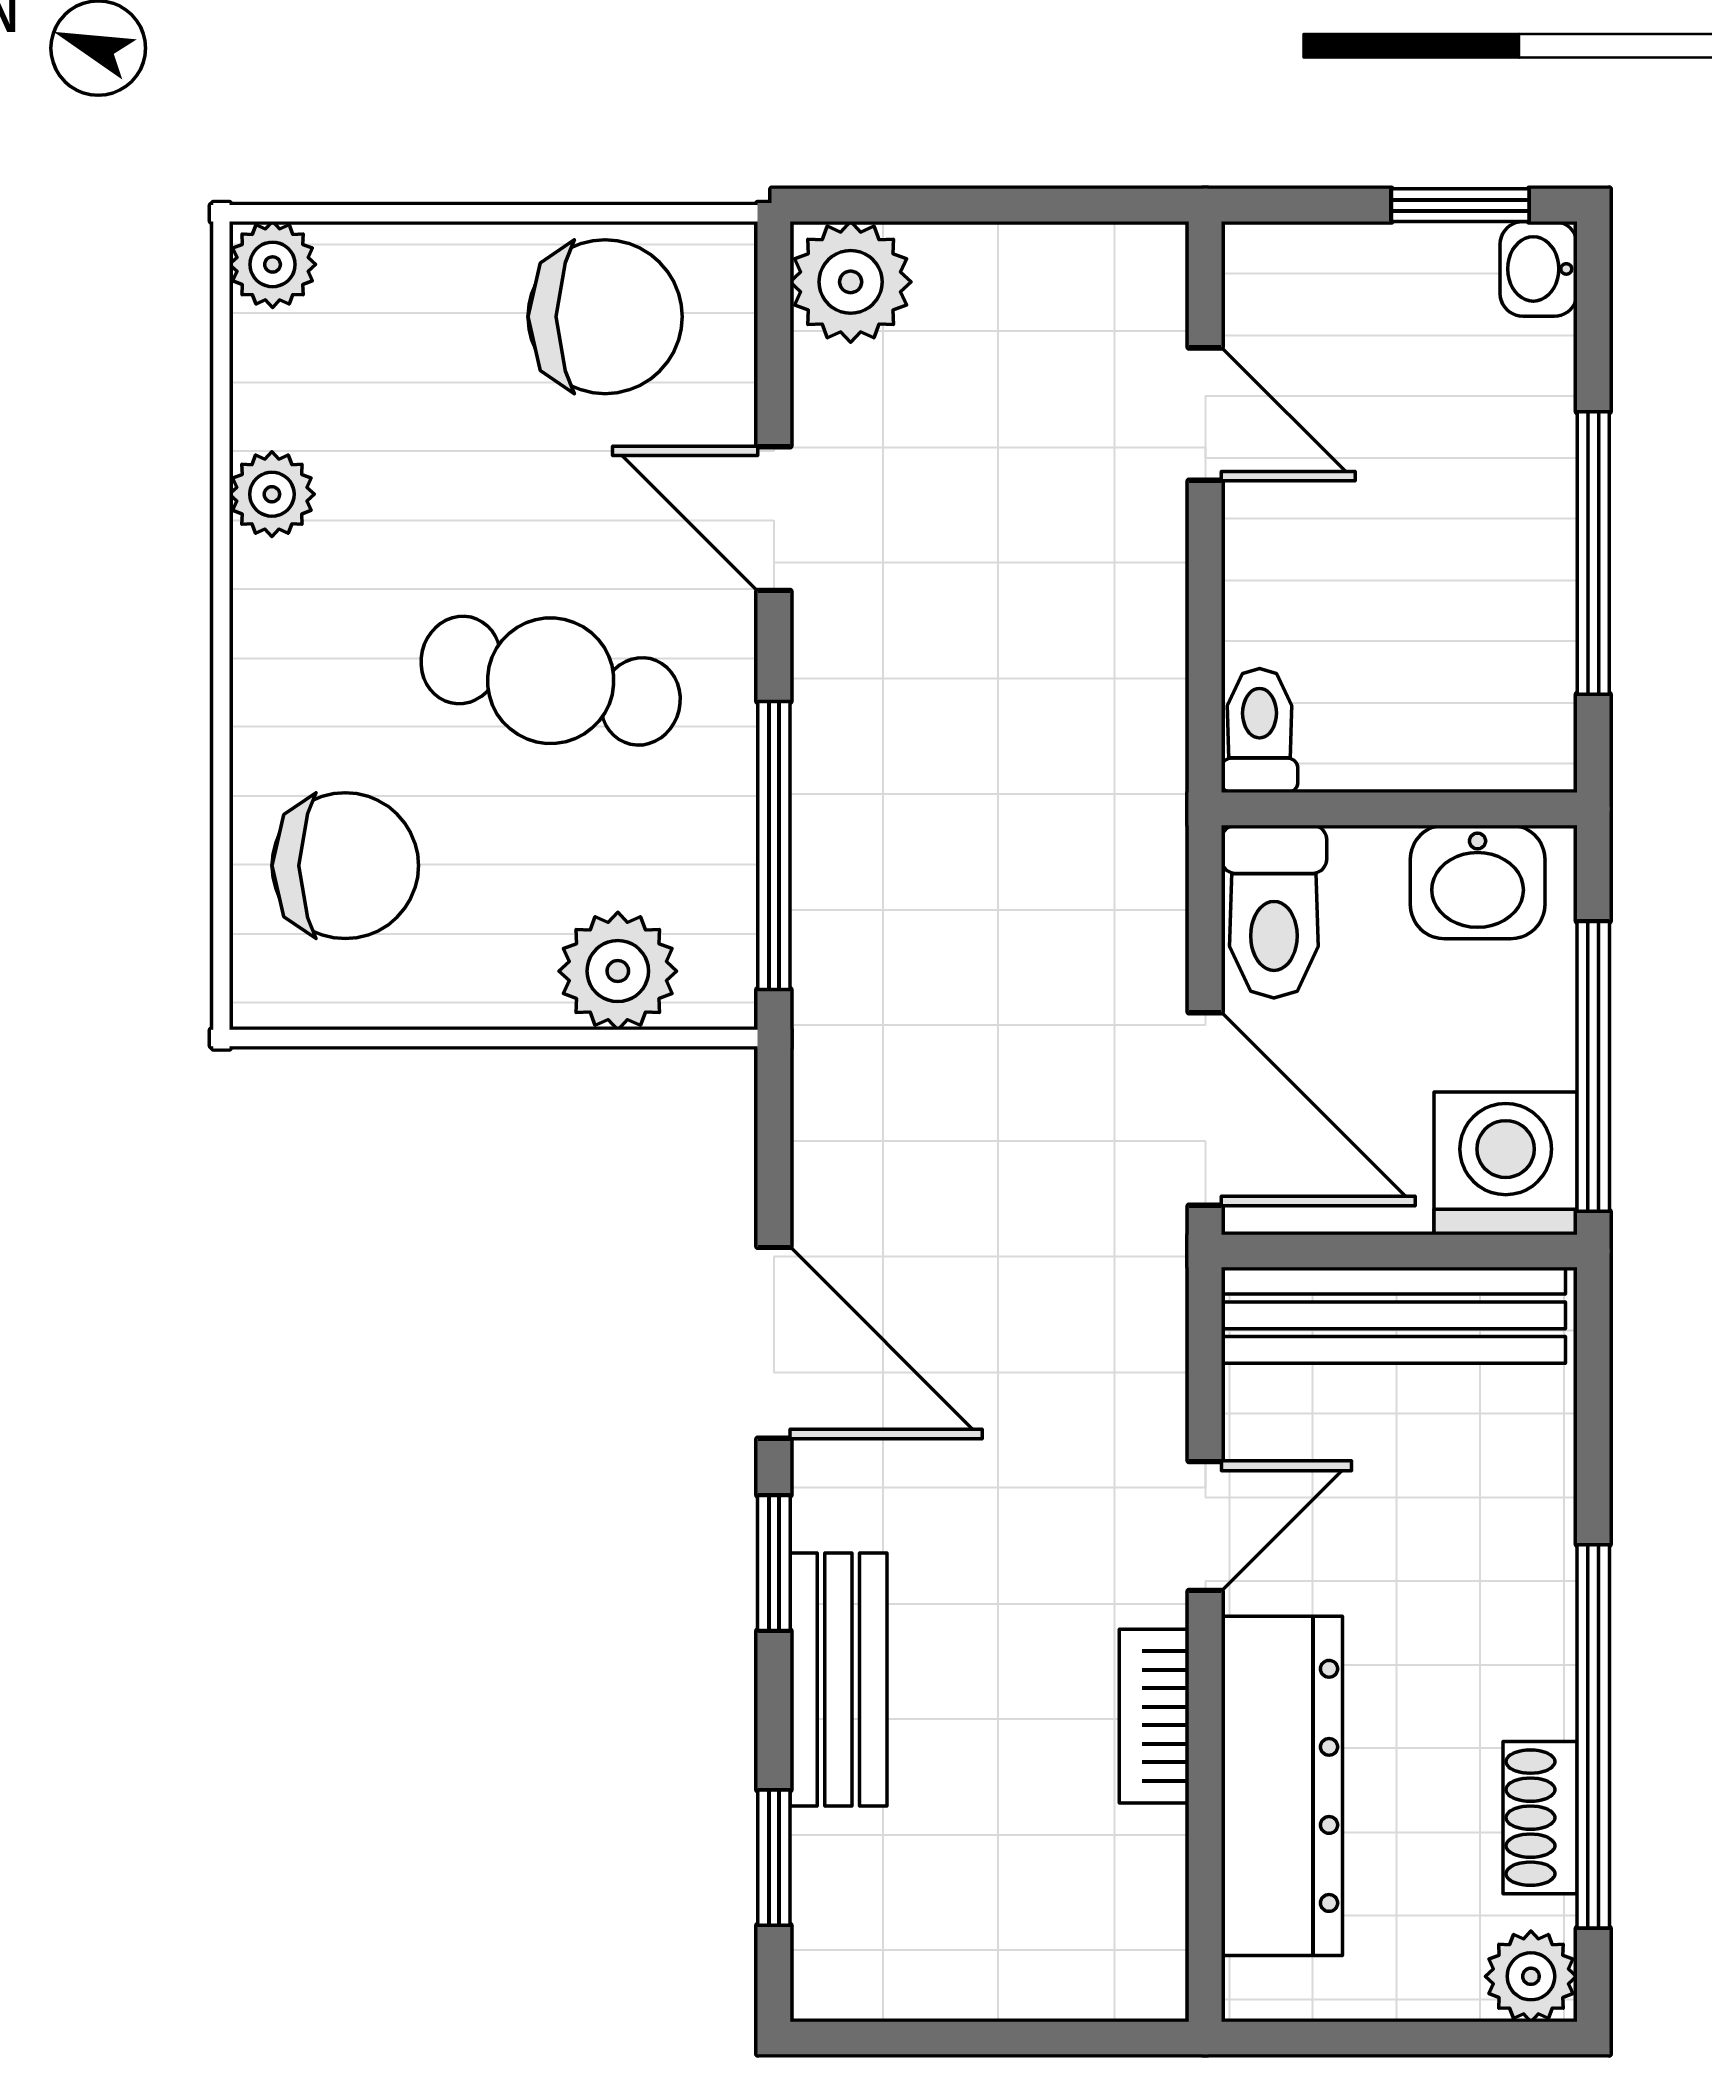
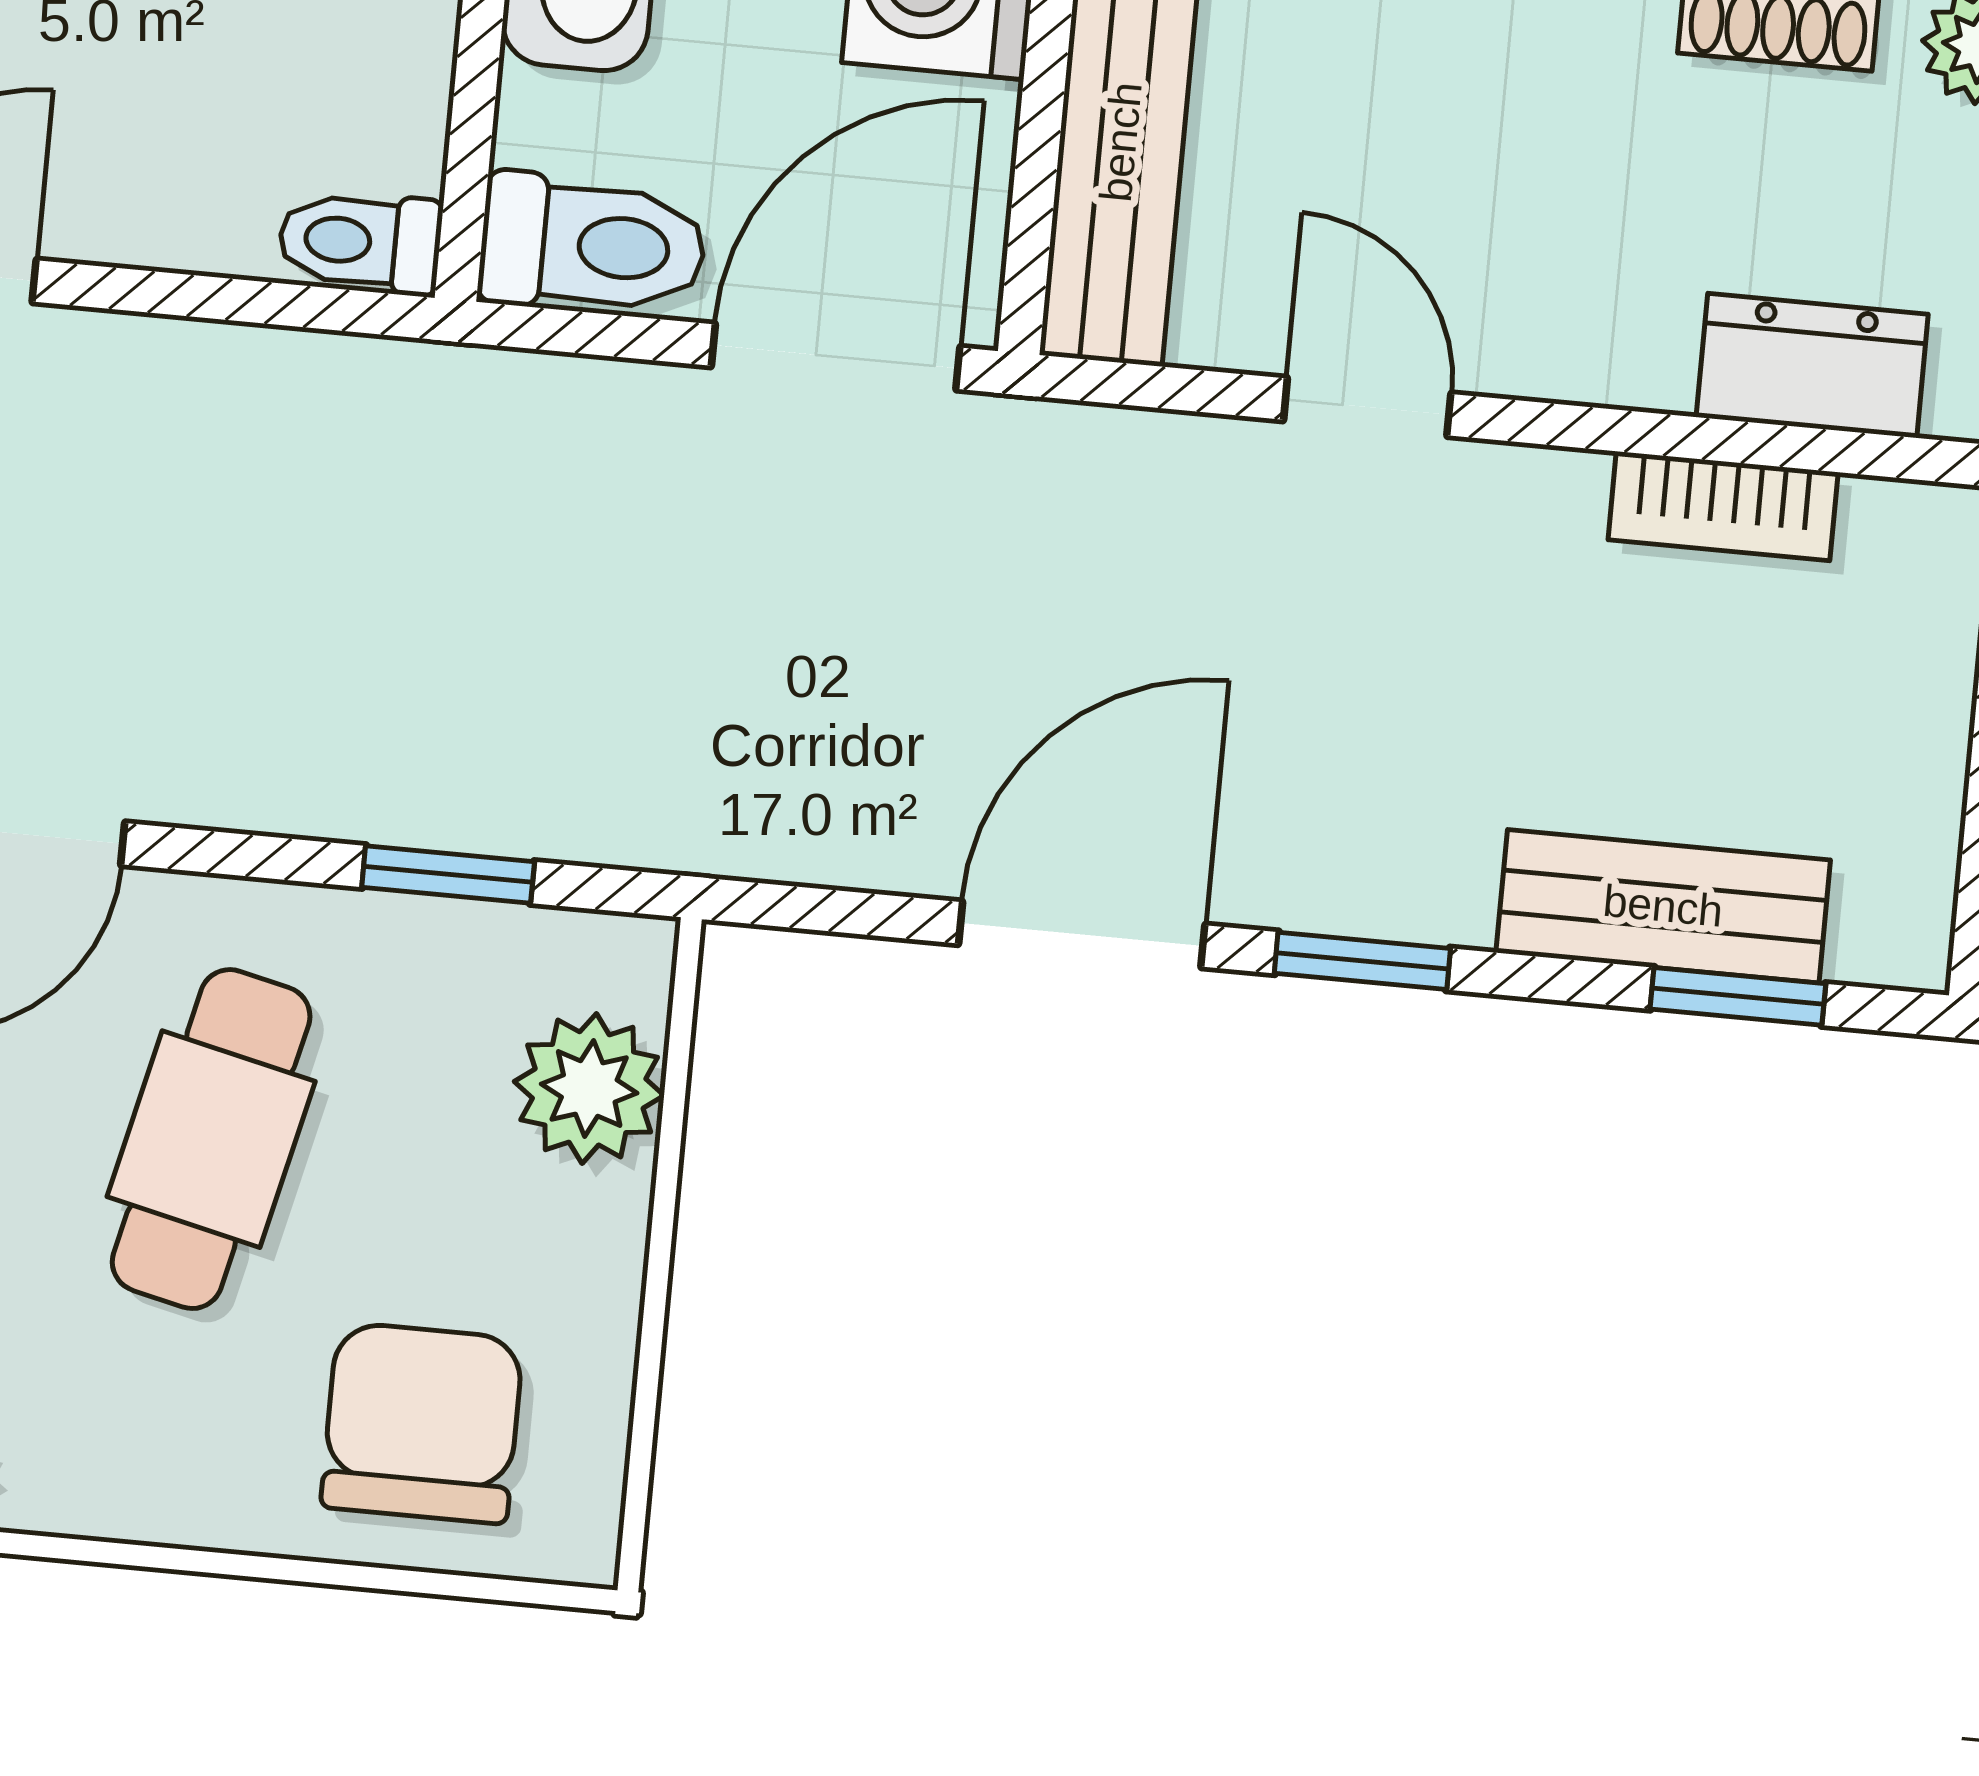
window: (774, 846) -> (448, 874), width x0.46
bench: (838, 1680) -> (1663, 906), moved
bookcase: (1154, 1716) -> (1723, 506), moved
dresser: (1282, 1786) -> (1812, 366), width x0.51, depth x0.80

